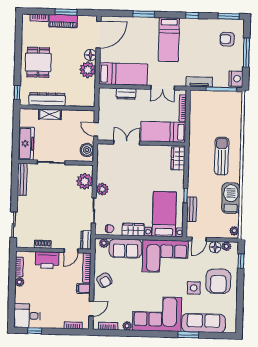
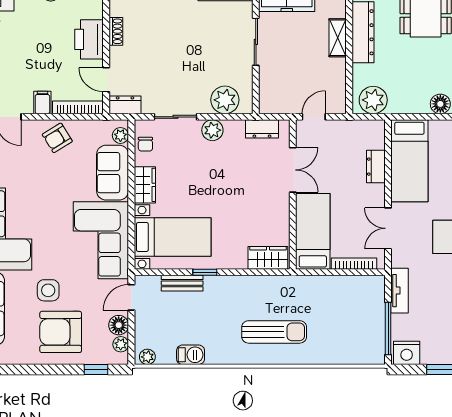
plant: (88, 70) -> (373, 100), moved
boiler: (87, 150) -> (278, 102), removed
dresser: (102, 160) -> (262, 129), added
barbecue: (231, 198) -> (191, 355), width x0.53, depth x0.65
door: (199, 239) -> (131, 297), hinge flipped

